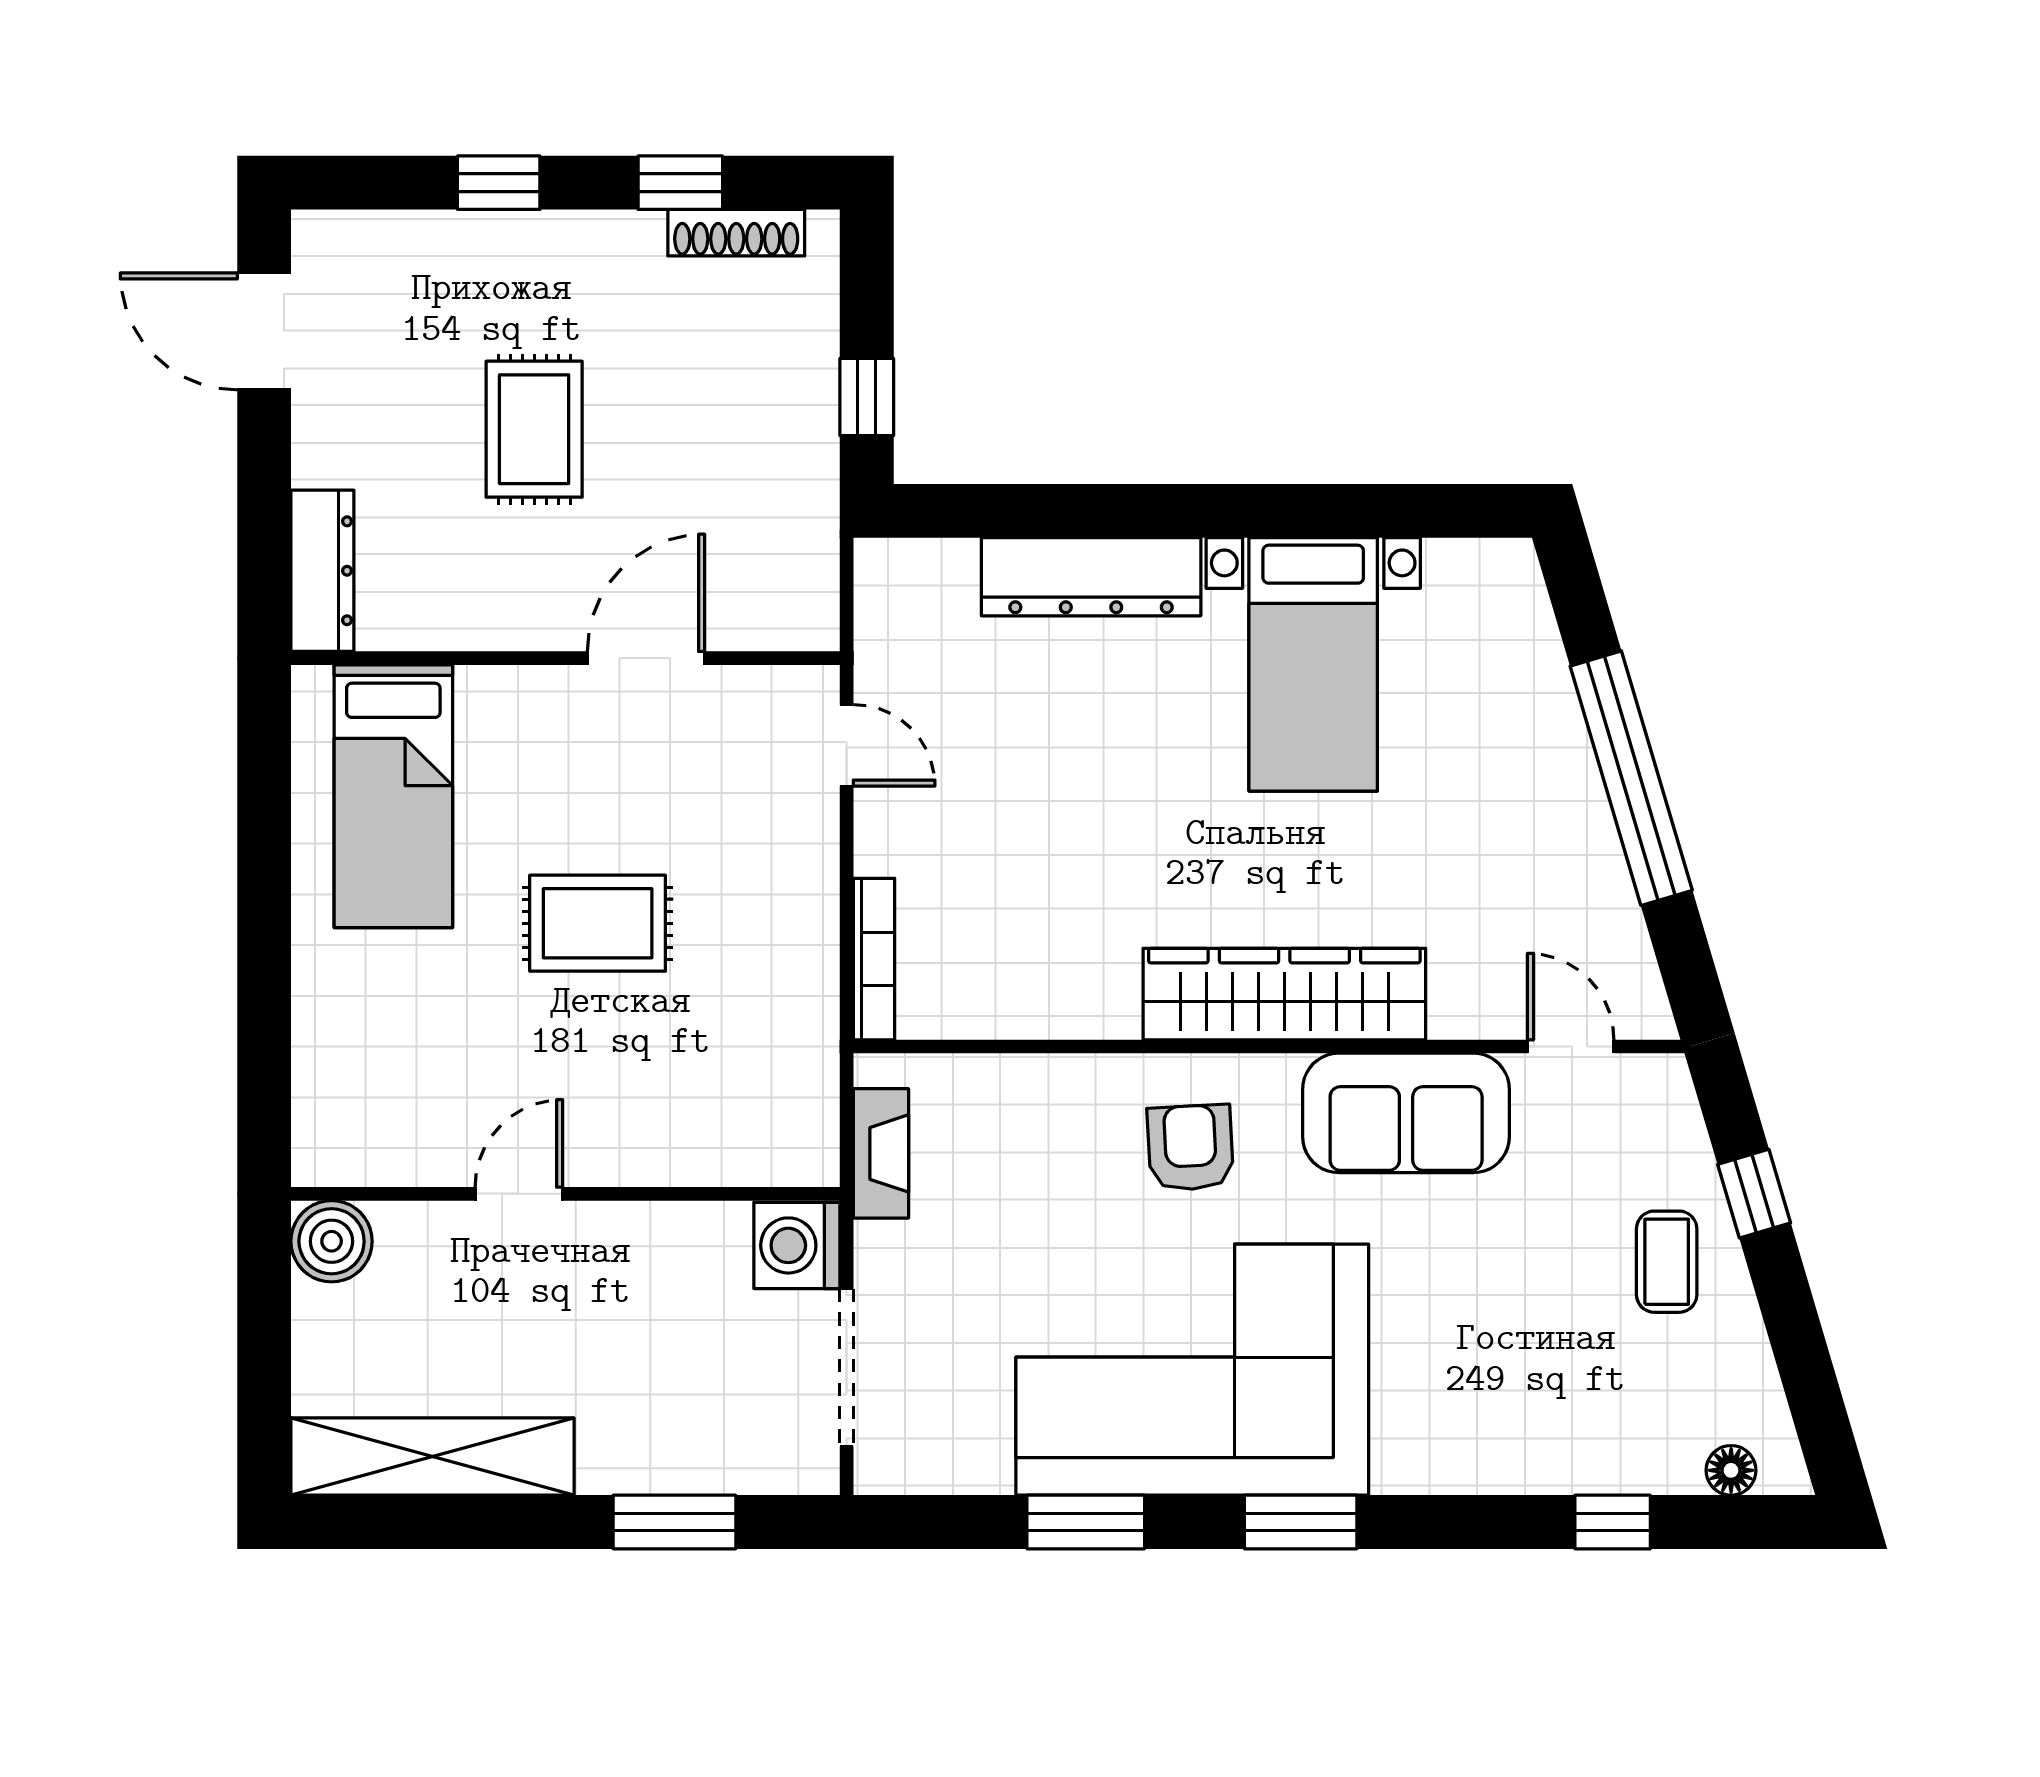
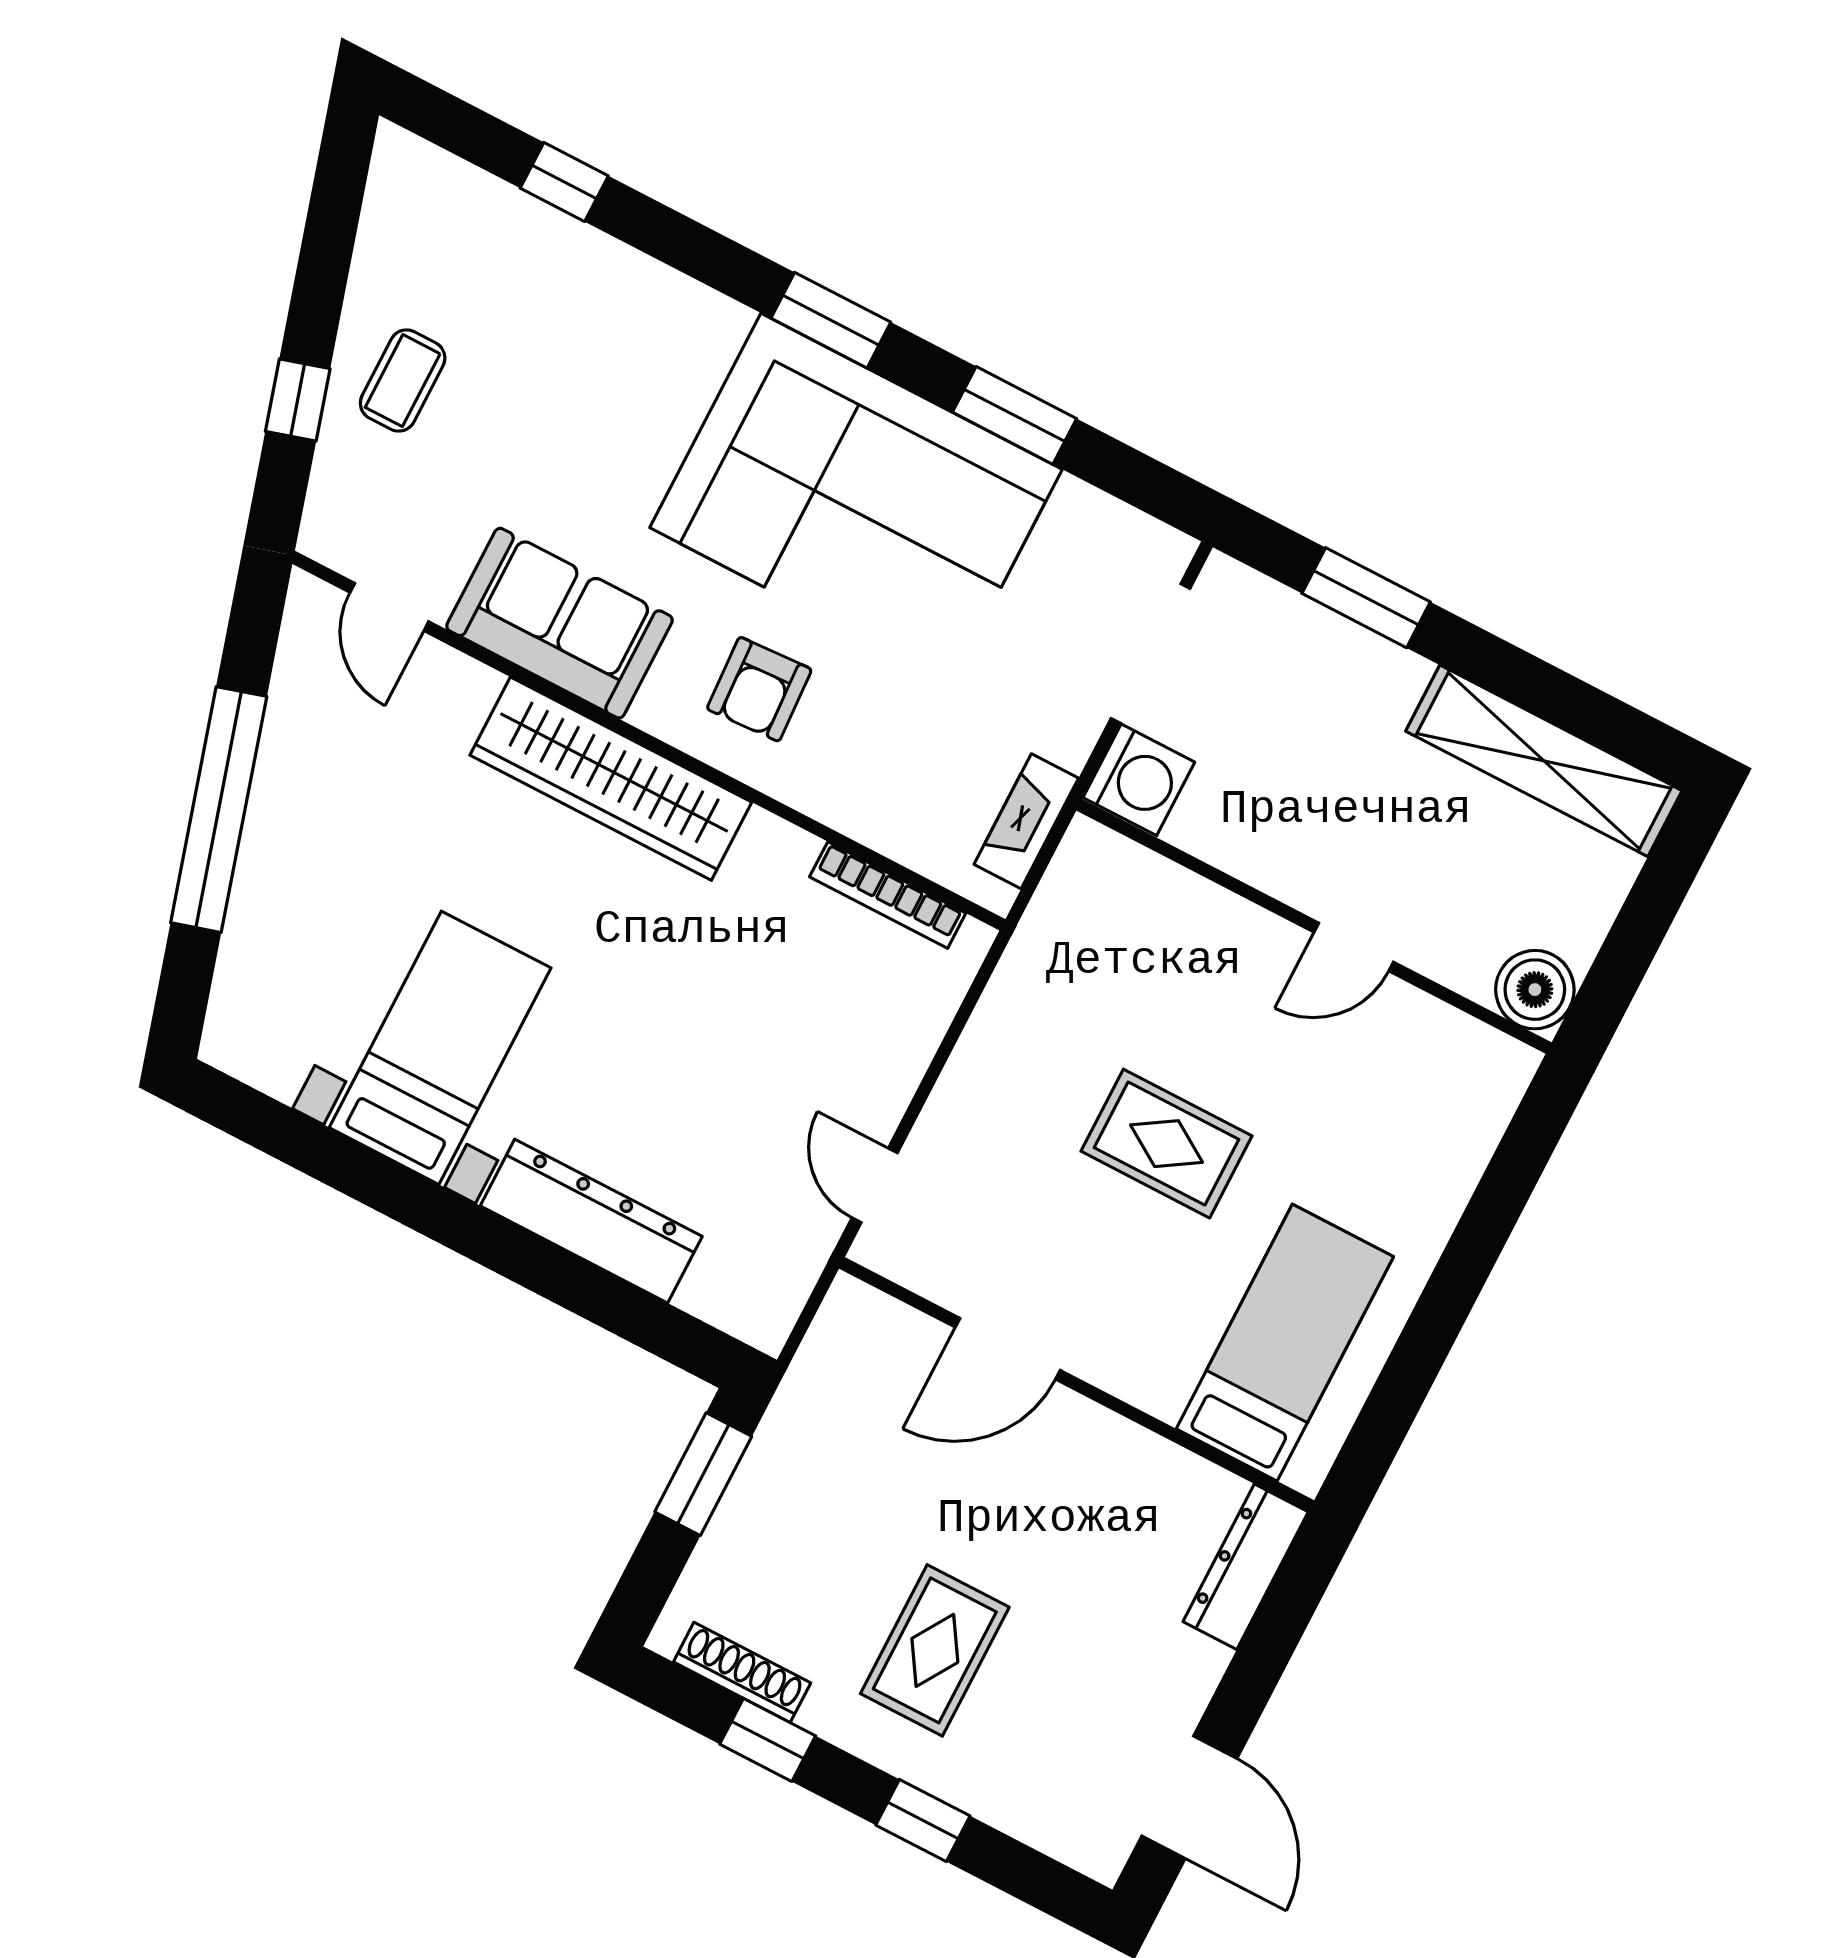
window: (867, 397) -> (703, 1474), width x1.50
rug: (534, 429) -> (935, 1650), moved
bookcase: (874, 959) -> (888, 895), moved, turned -90
floor lamp: (1731, 1470) -> (440, 174), removed

